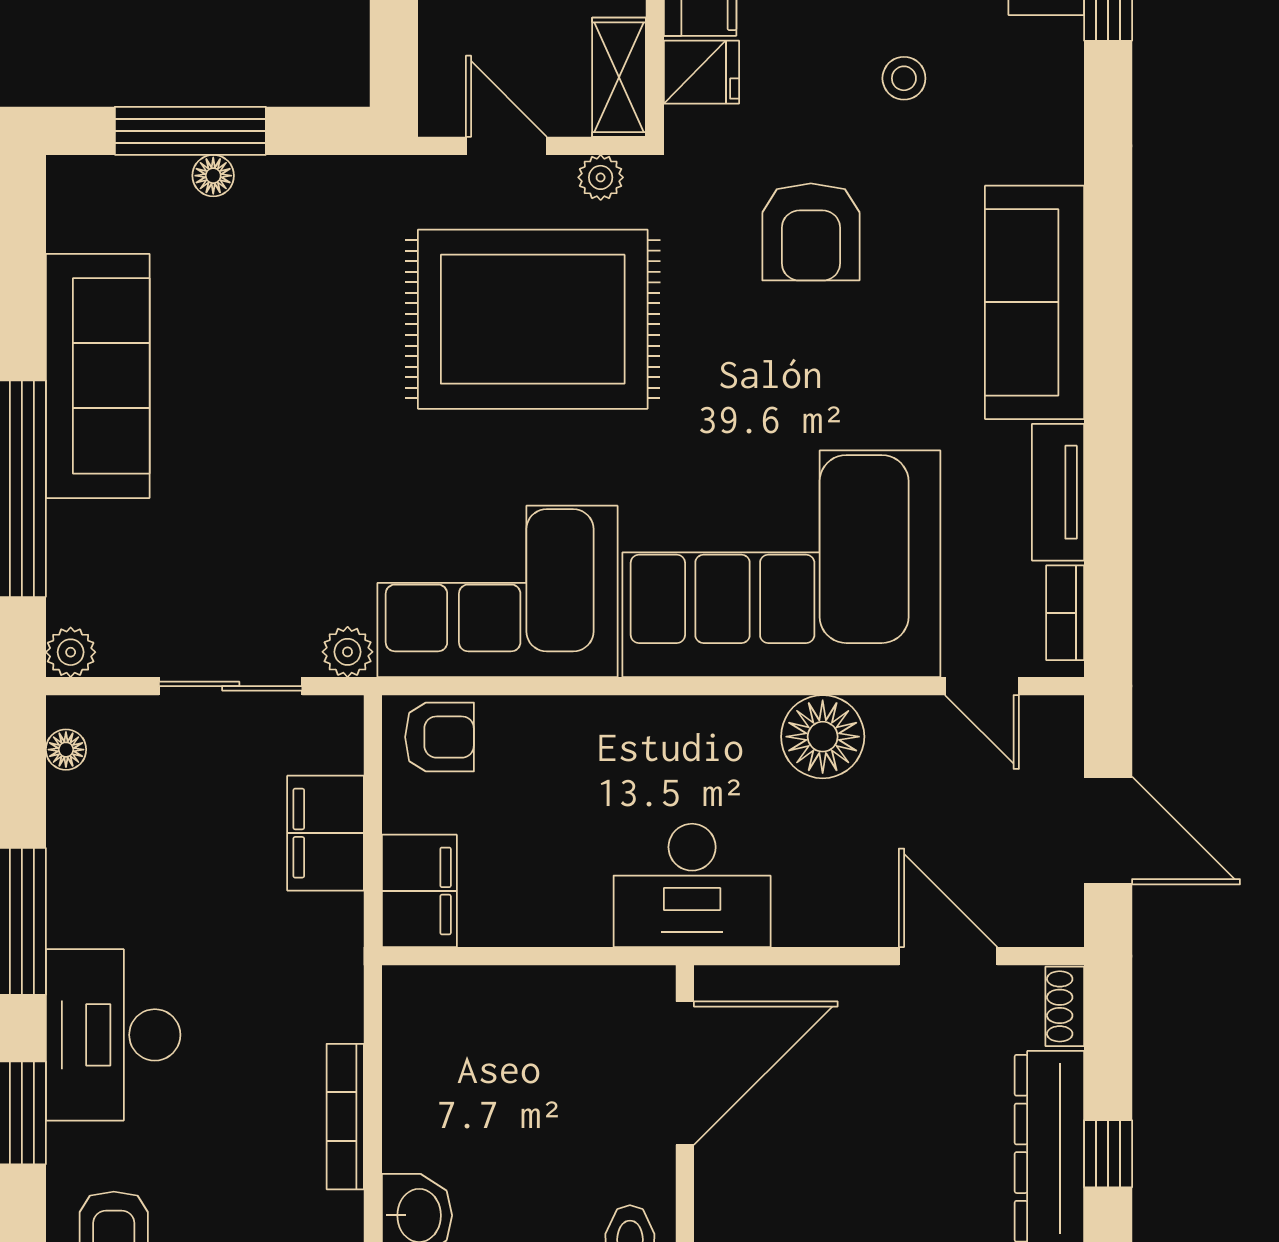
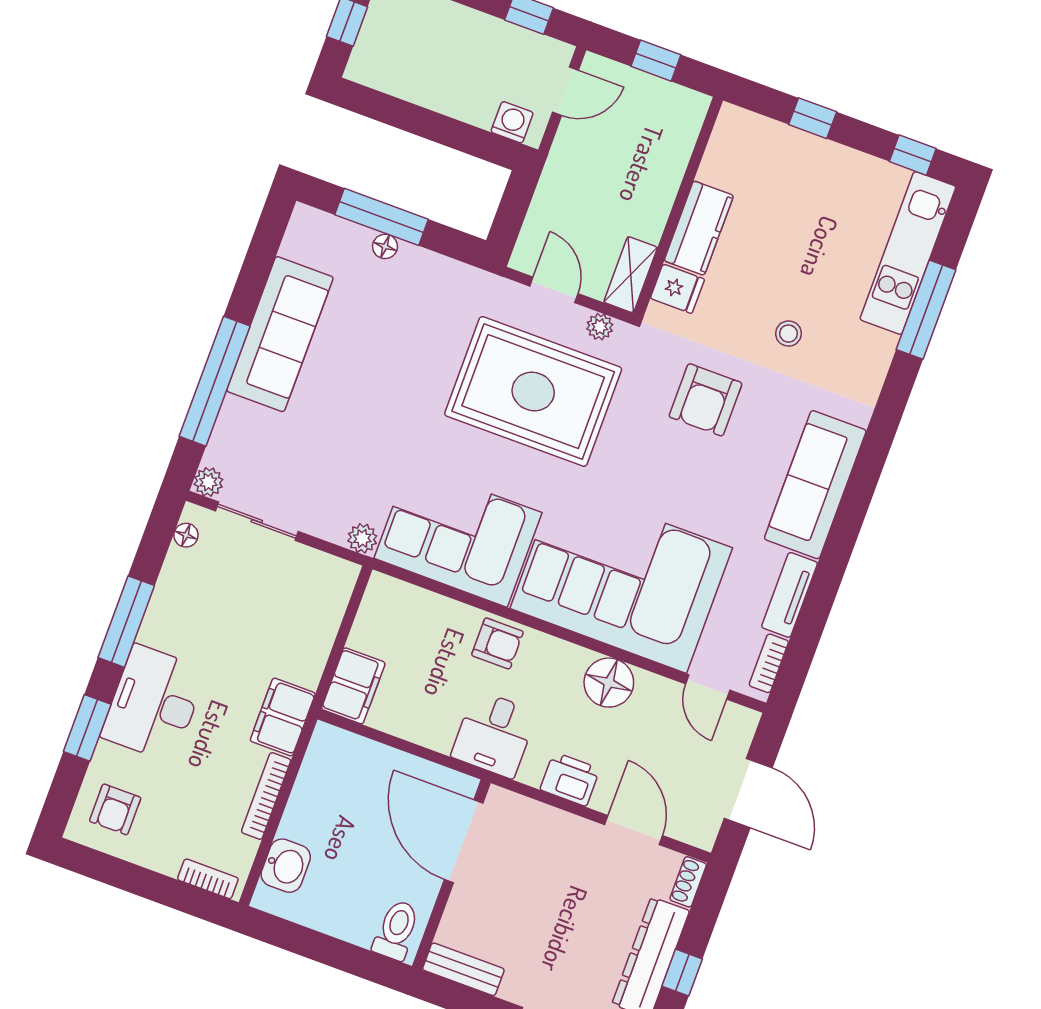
sliding door: (231, 686) -> (257, 521), moved
armchair: (439, 737) -> (497, 643), moved
filing cabinet: (326, 833) -> (283, 717), moved
desk: (692, 885) -> (494, 734), width x0.73
printer: (817, 912) -> (570, 779), added
door: (685, 1073) -> (464, 841), swing flipped

